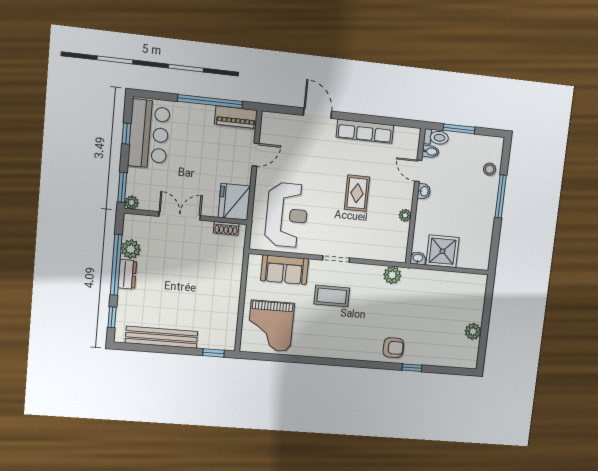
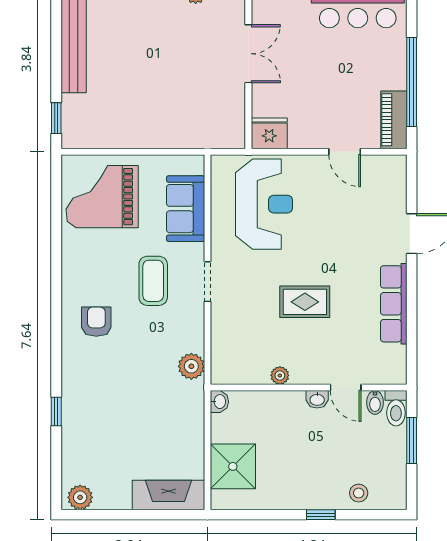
door: (418, 171) -> (346, 388), swing flipped
window: (501, 196) -> (321, 515), width x0.46
fridge: (234, 202) -> (269, 133), width x0.73, depth x0.75
reception desk: (287, 215) -> (264, 204), turned -90
shoe rack: (226, 228) -> (237, 120), removed
shower: (442, 251) -> (233, 466), moved
fireplace: (475, 298) -> (168, 495), added
plant: (473, 331) -> (80, 497), moved
armchair: (393, 348) -> (96, 322), moved, turned 180

